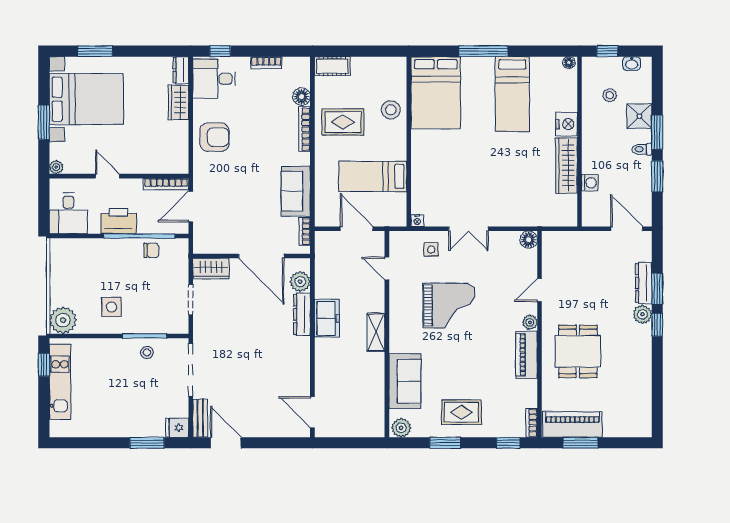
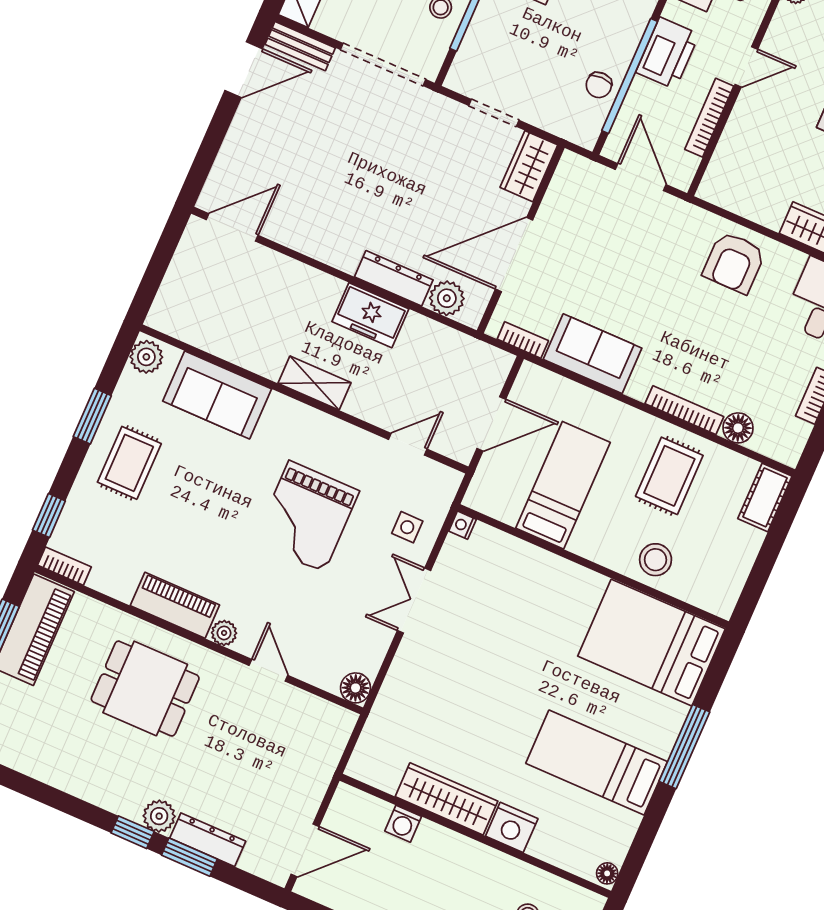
bookcase: (166, 184) -> (709, 118), moved

